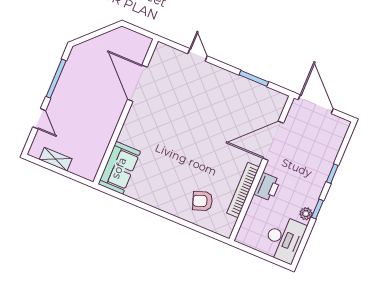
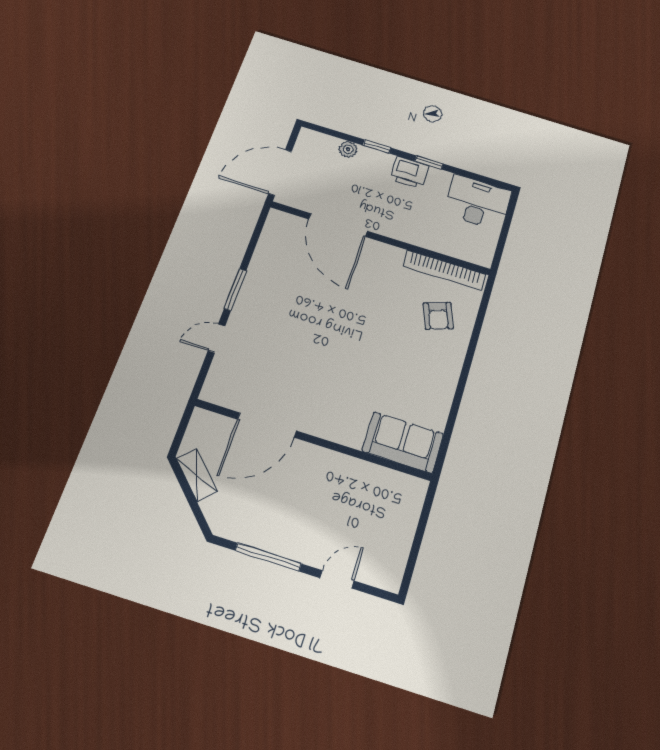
window: (254, 78) -> (235, 290), moved
shelving: (56, 159) -> (197, 475), moved, turned -45
printer: (267, 187) -> (409, 173), moved, turned 180
bookcase: (243, 190) -> (444, 270), moved
plant: (306, 214) -> (348, 149), moved

